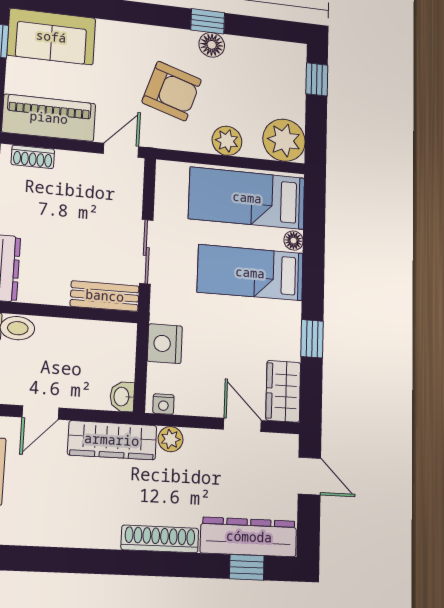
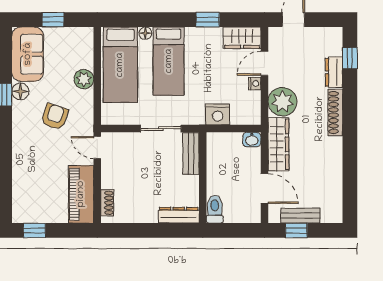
sofa: (51, 37) -> (28, 54), moved
window: (317, 79) -> (53, 20), moved
armchair: (172, 91) -> (55, 117), width x0.72, depth x0.72
plant: (284, 140) -> (79, 41), removed
nightstand: (163, 404) -> (255, 83), moved
door: (40, 412) -> (264, 189), width x1.38
plant: (171, 439) -> (282, 102), width x1.88, depth x1.88
dresser: (249, 537) -> (334, 72), width x0.51, depth x0.80

